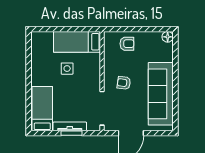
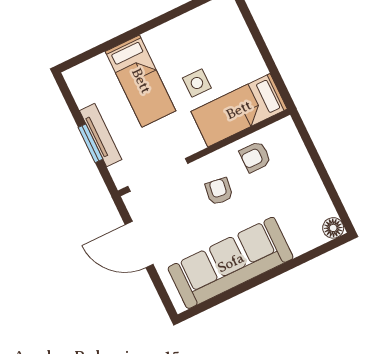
bed: (77, 42) -> (239, 110), moved, turned -90
armchair: (127, 44) -> (255, 157), moved, turned 90
bed: (42, 109) -> (141, 81), moved, turned 90

